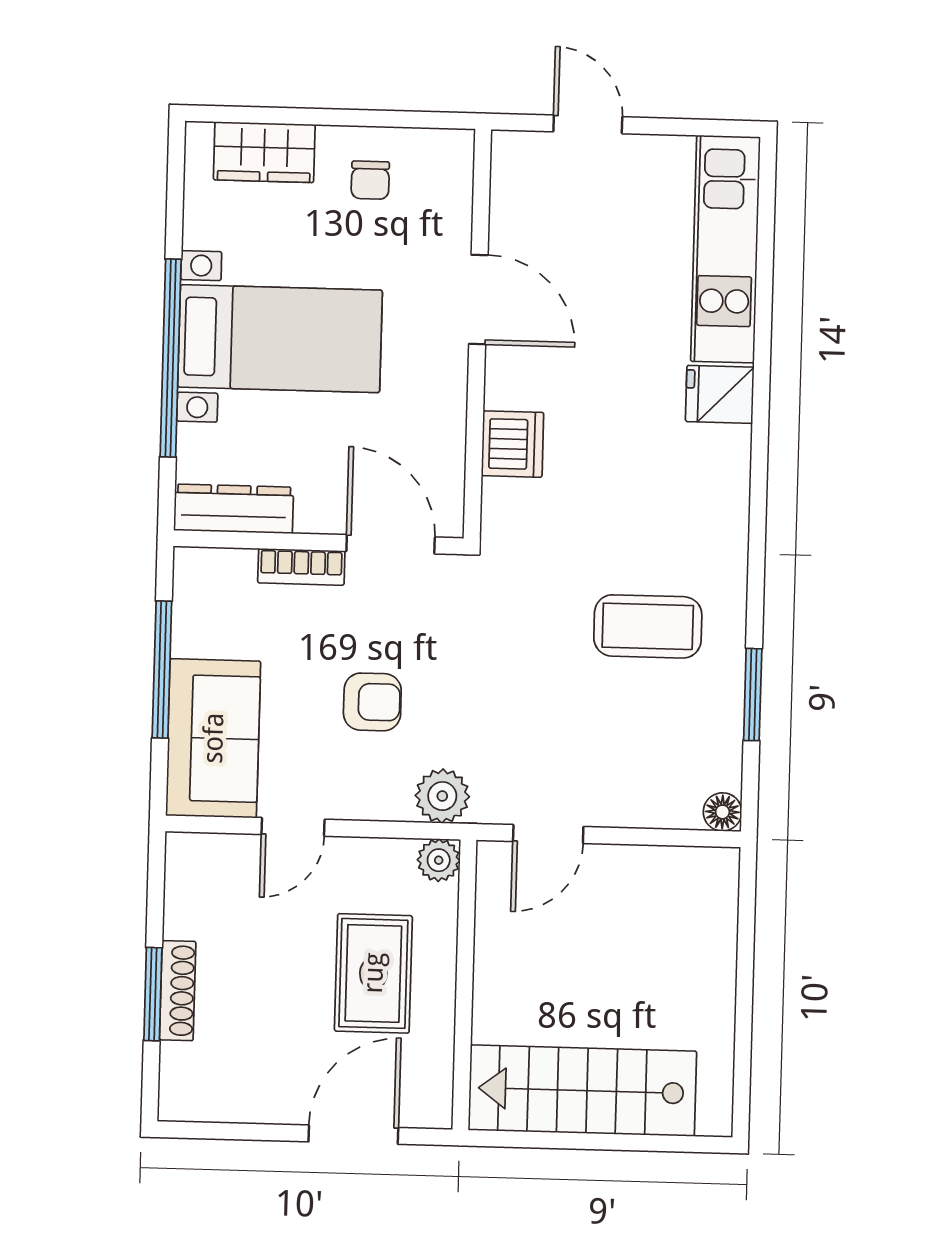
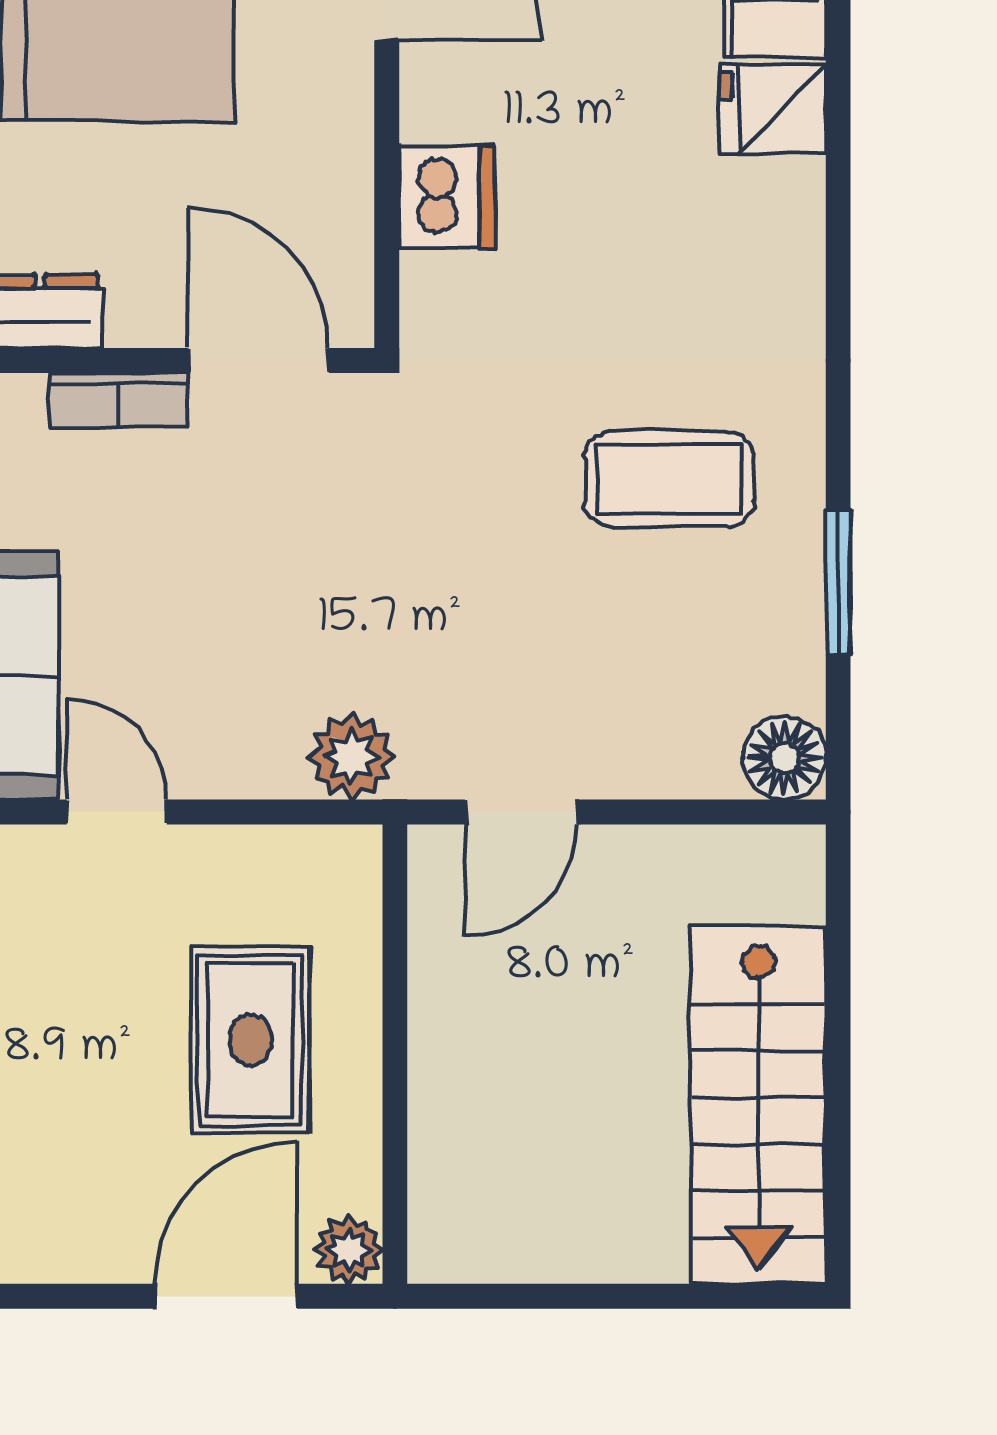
armchair: (372, 702) -> (237, 611), removed
floor lamp: (722, 812) -> (784, 758), width x1.37, depth x1.37
door: (293, 827) -> (117, 812), swing flipped
plant: (439, 860) -> (349, 1250), moved
stairs: (582, 1091) -> (758, 1105), moved, turned -90

